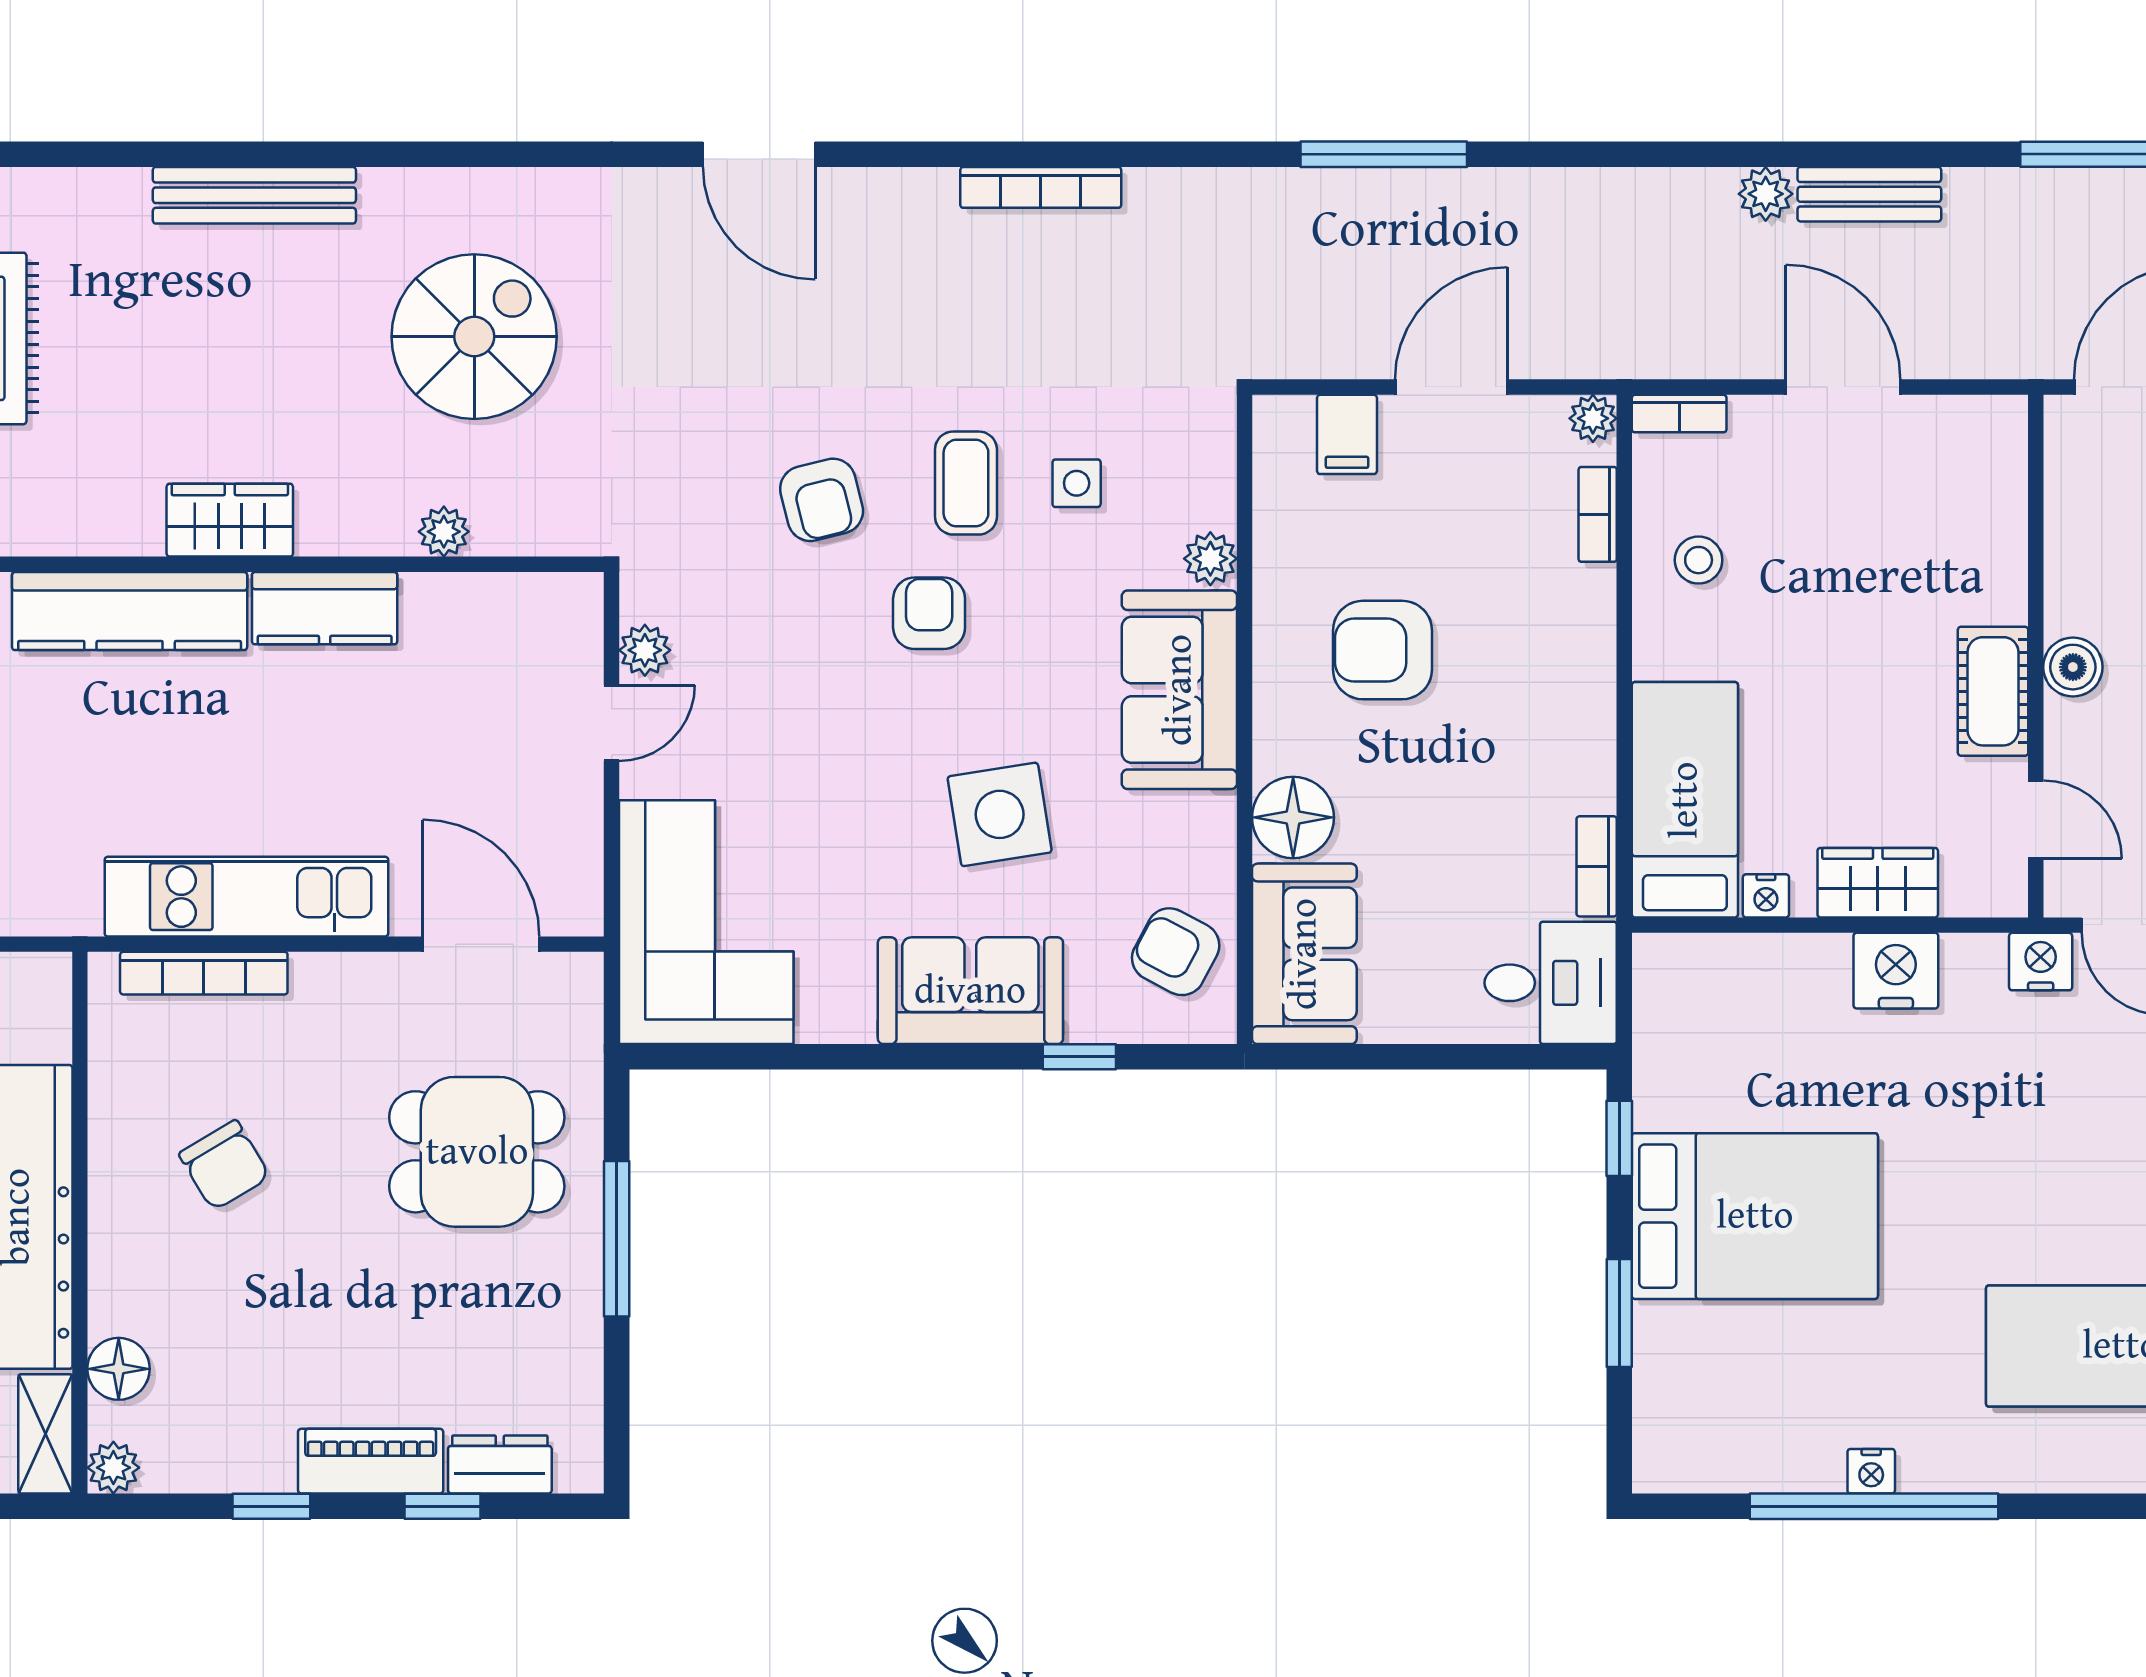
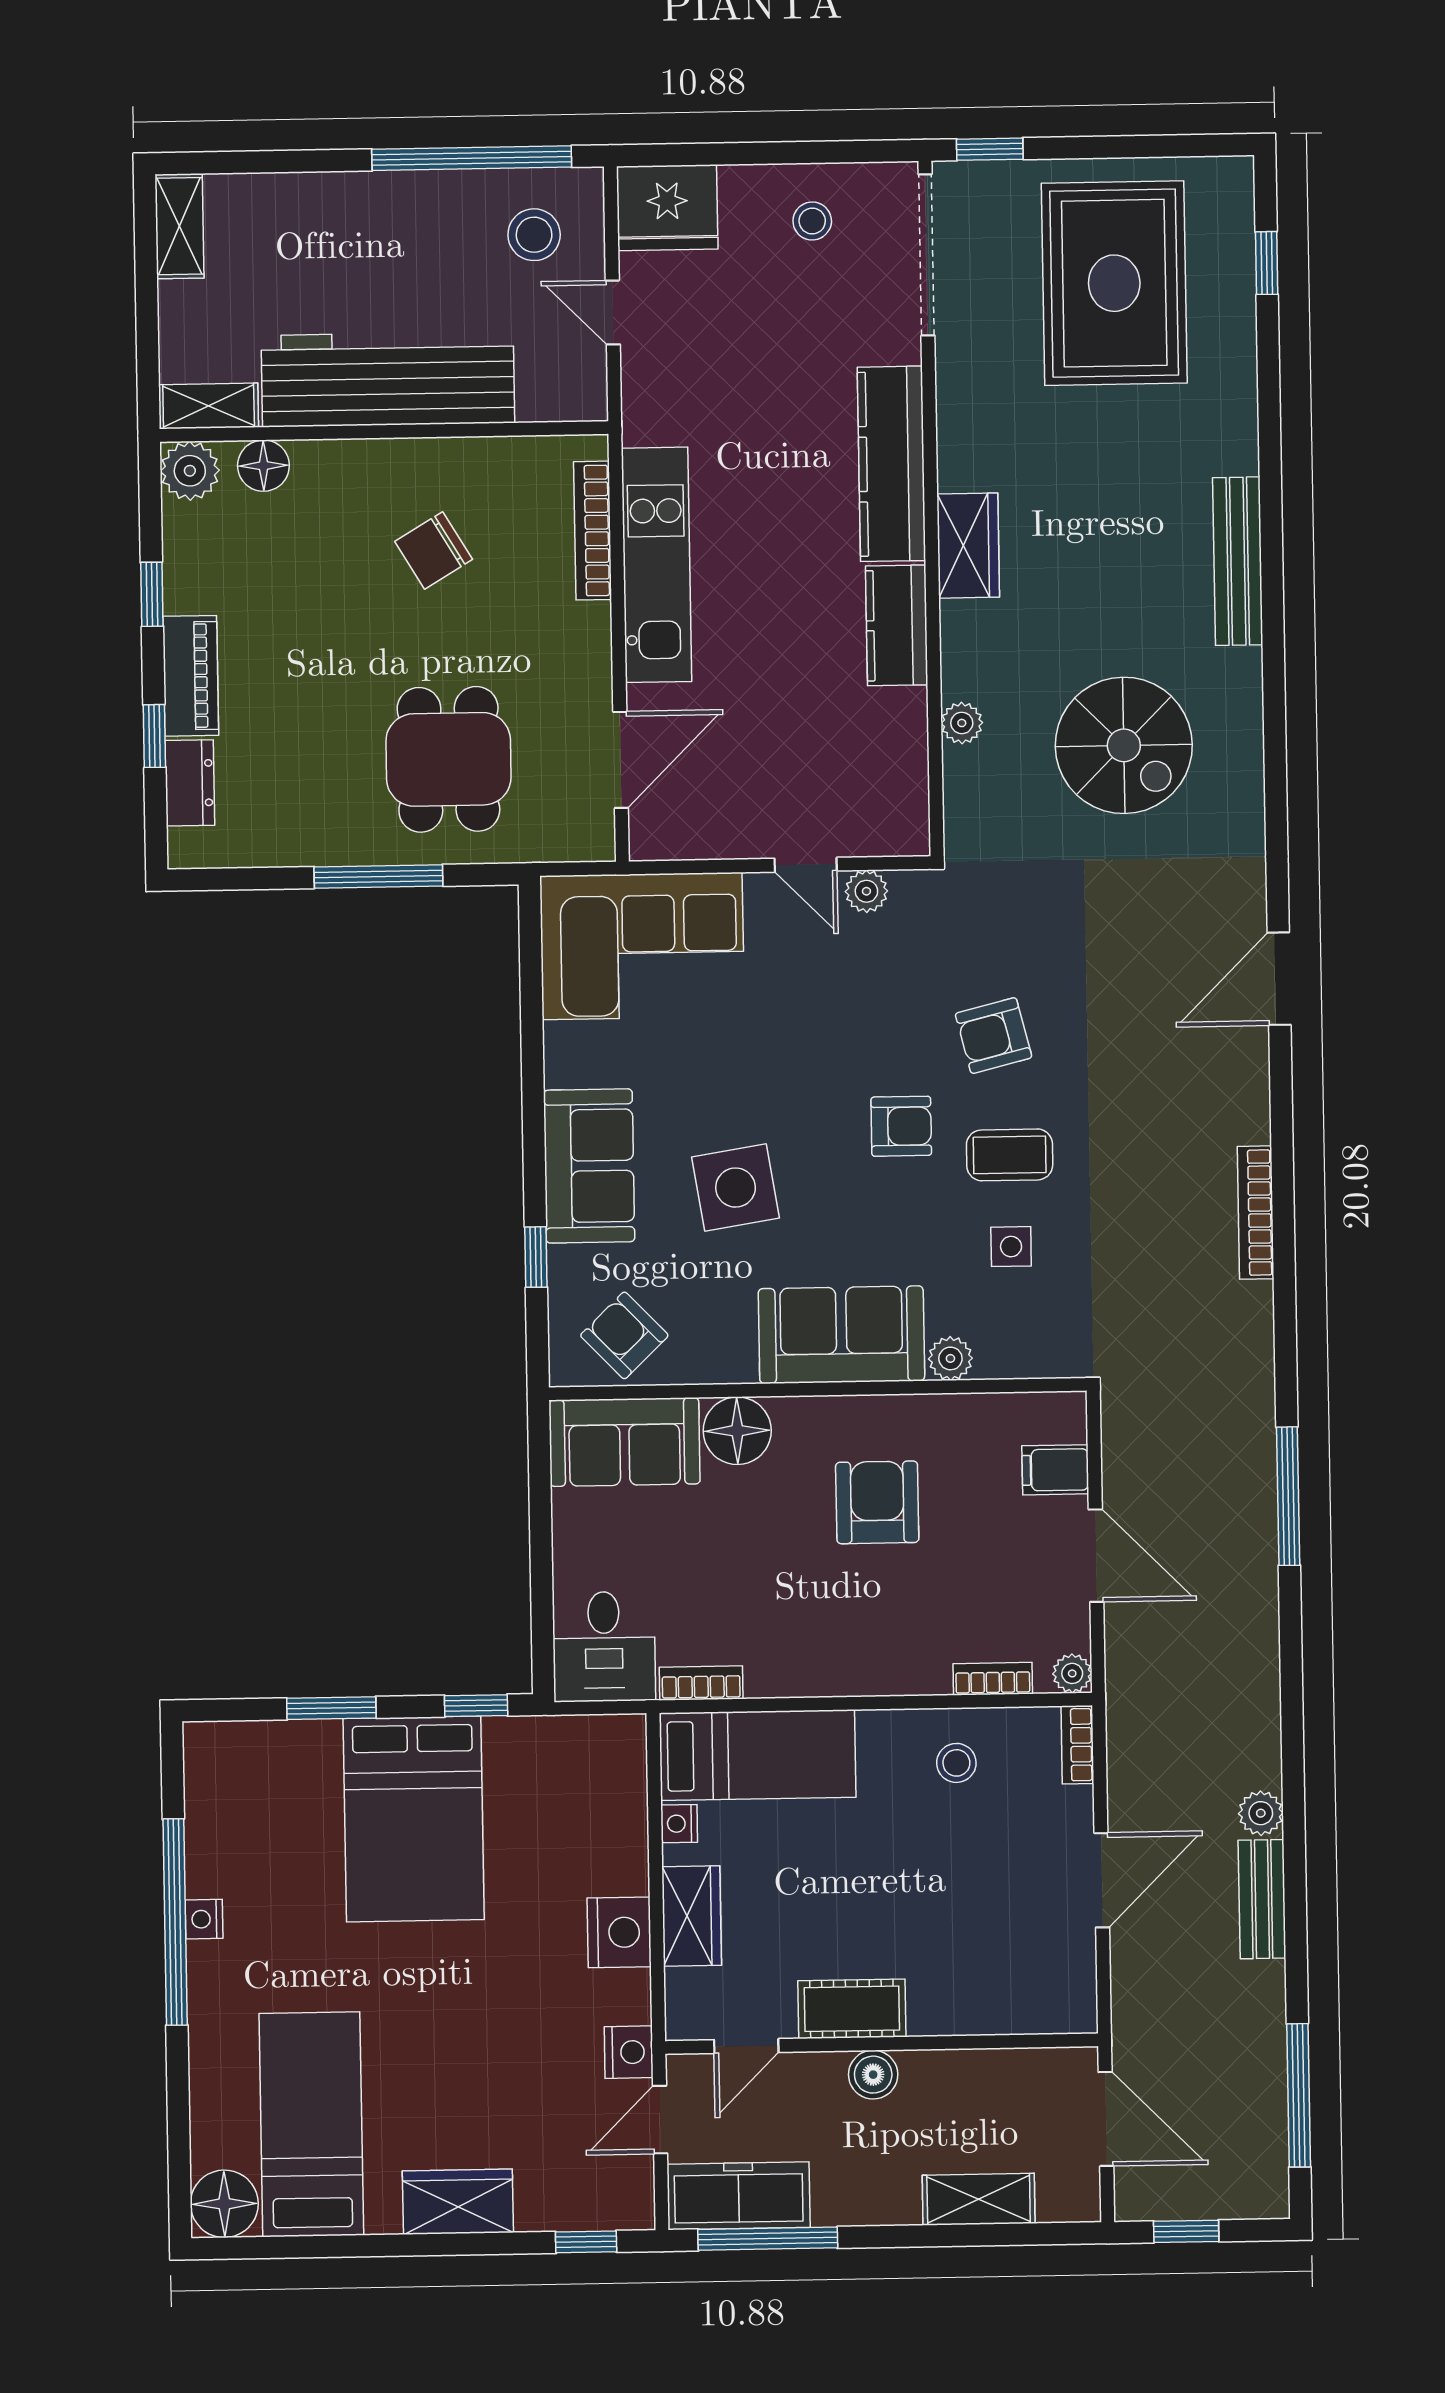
armchair: (1176, 952) -> (624, 1335), turned -72
plant: (113, 1468) -> (190, 471), width x1.38, depth x1.38

